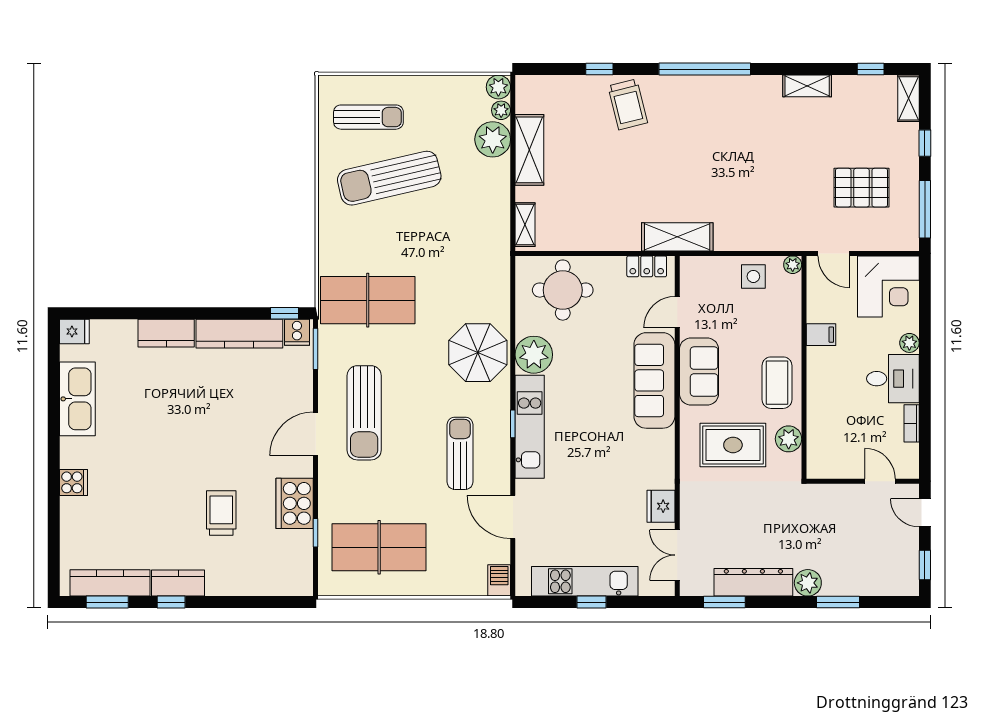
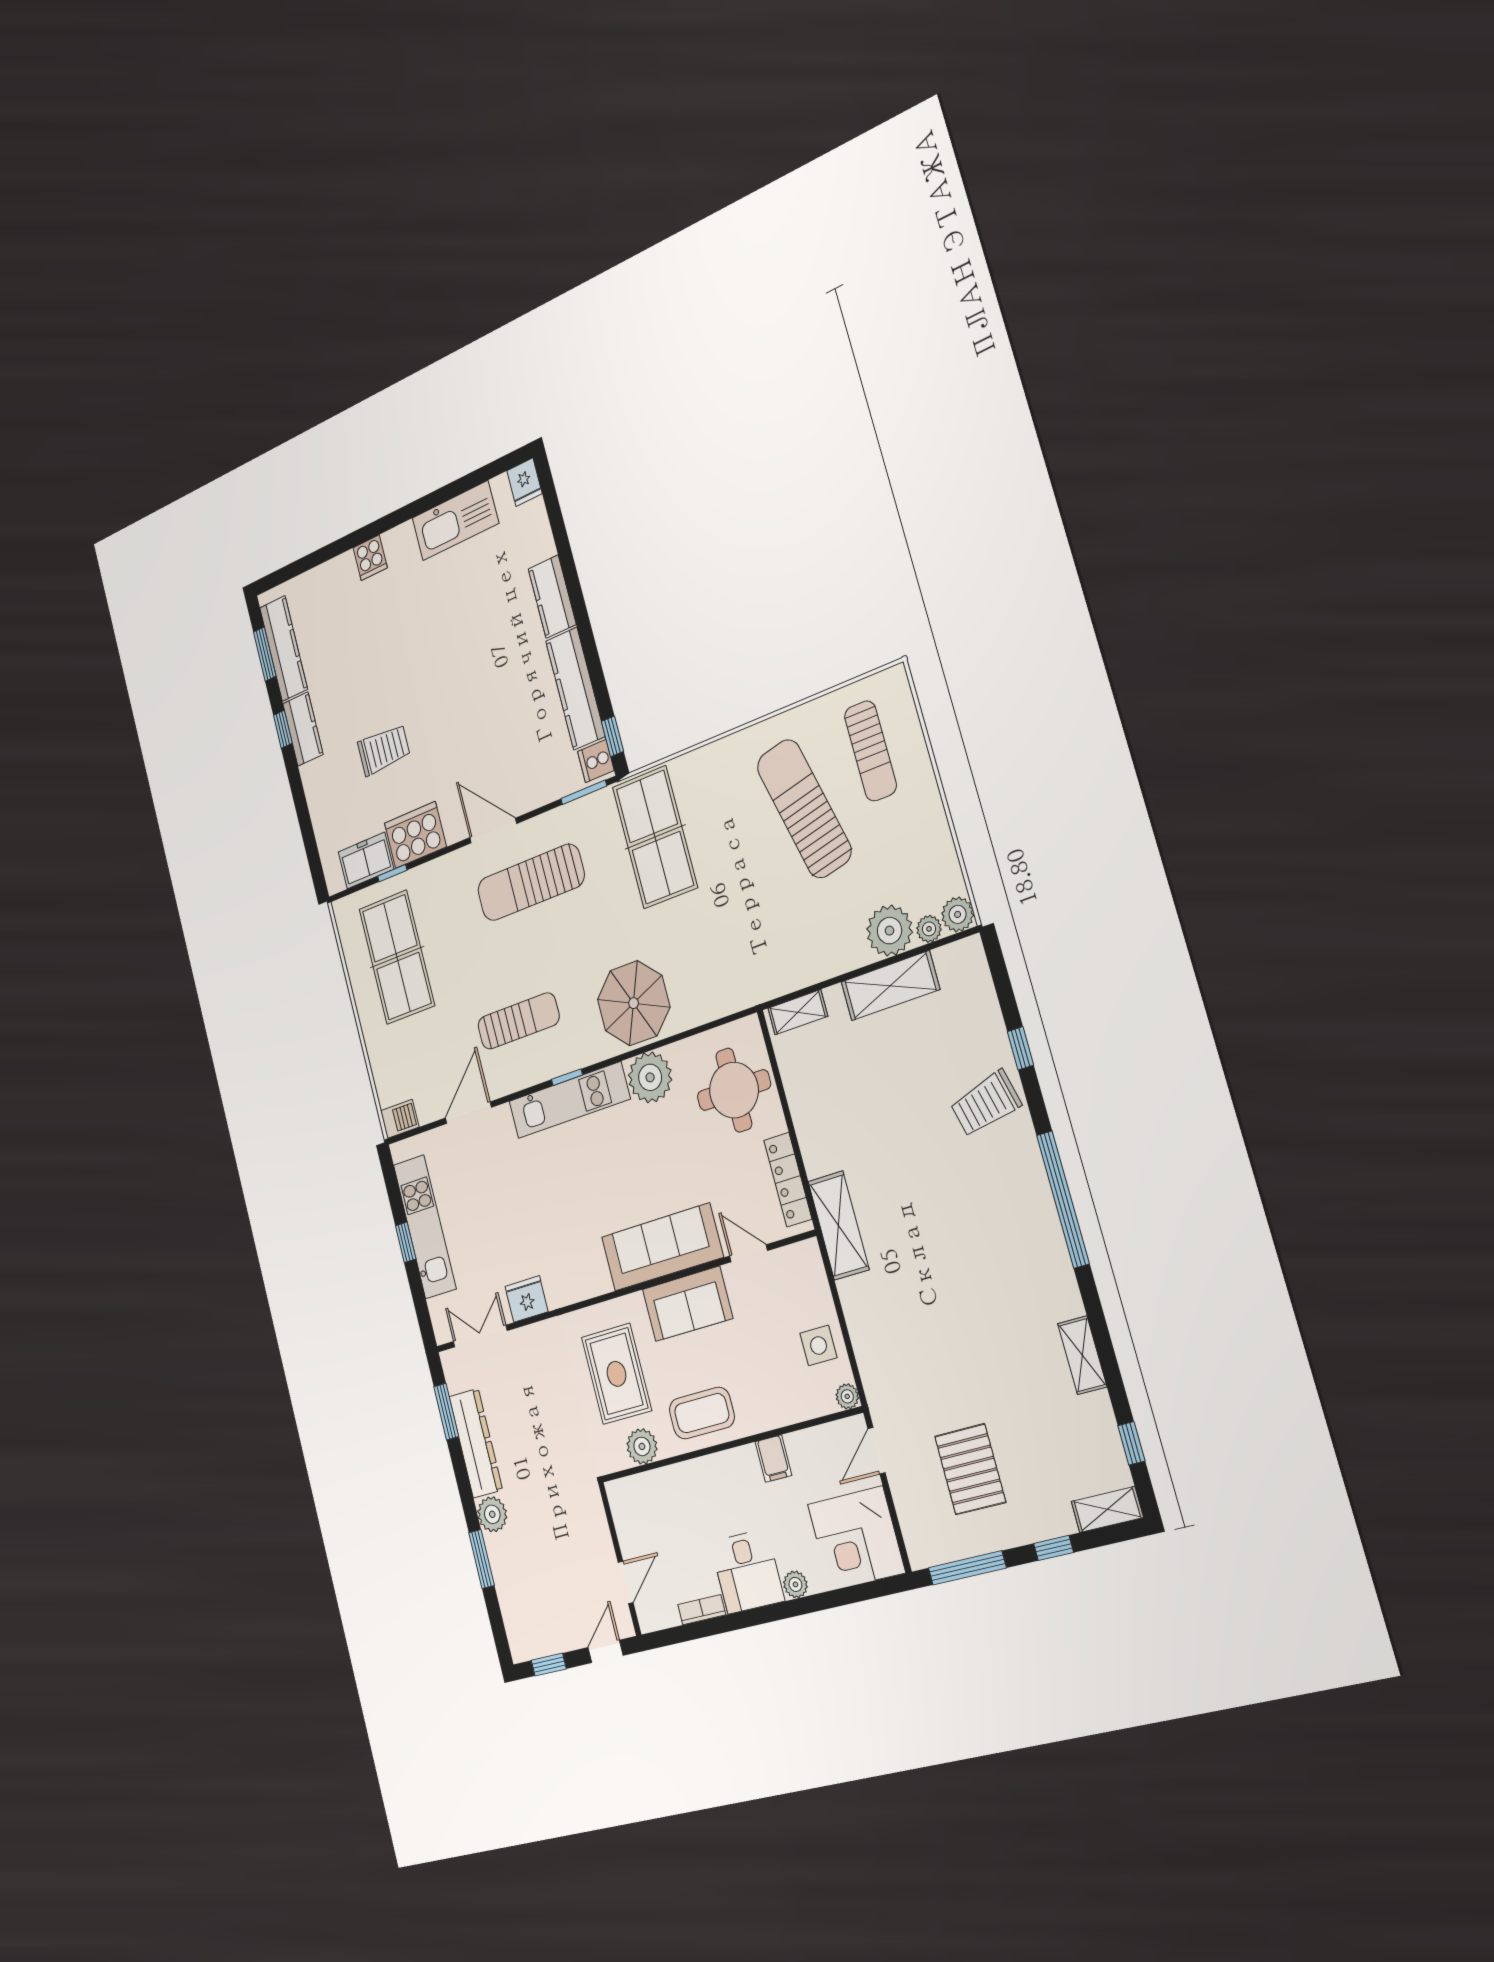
locker: (647, 266) -> (788, 1180), width x1.53
freezer: (298, 554) -> (366, 861), added

